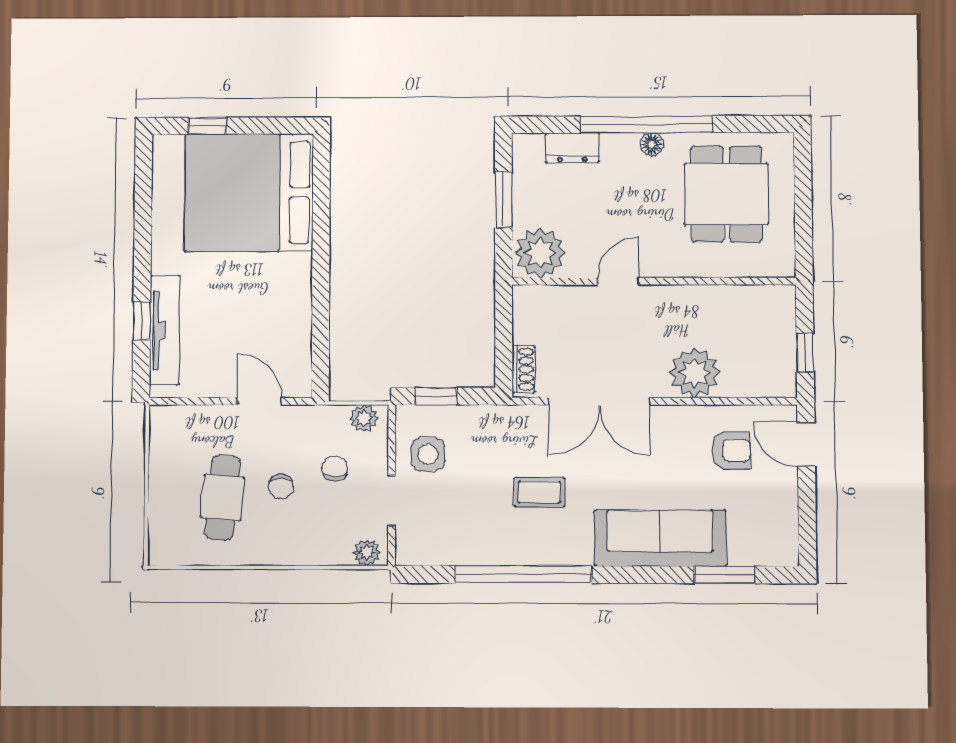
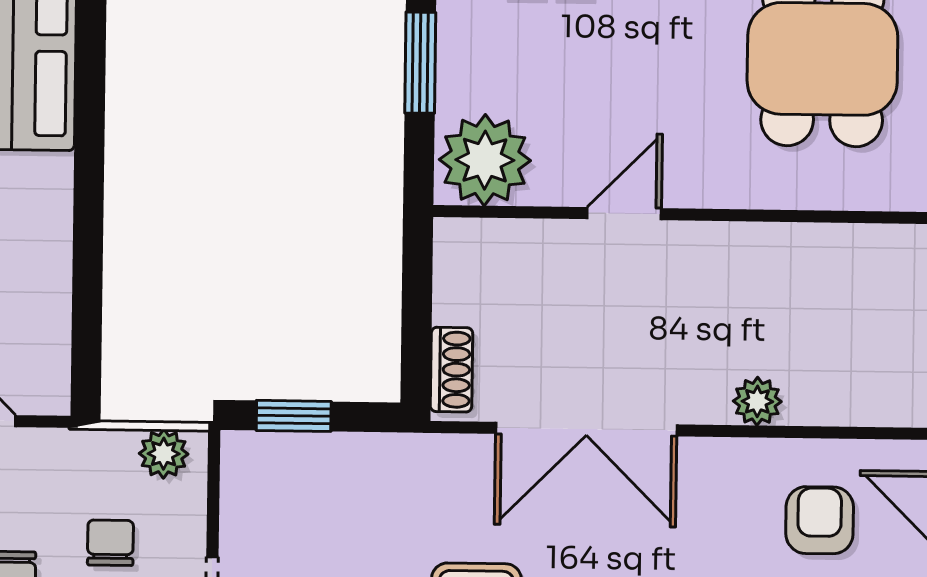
plant: (695, 373) -> (757, 401), width x0.53, depth x0.53
armchair: (731, 450) -> (820, 520), turned -90
side table: (428, 454) -> (278, 520), removed

